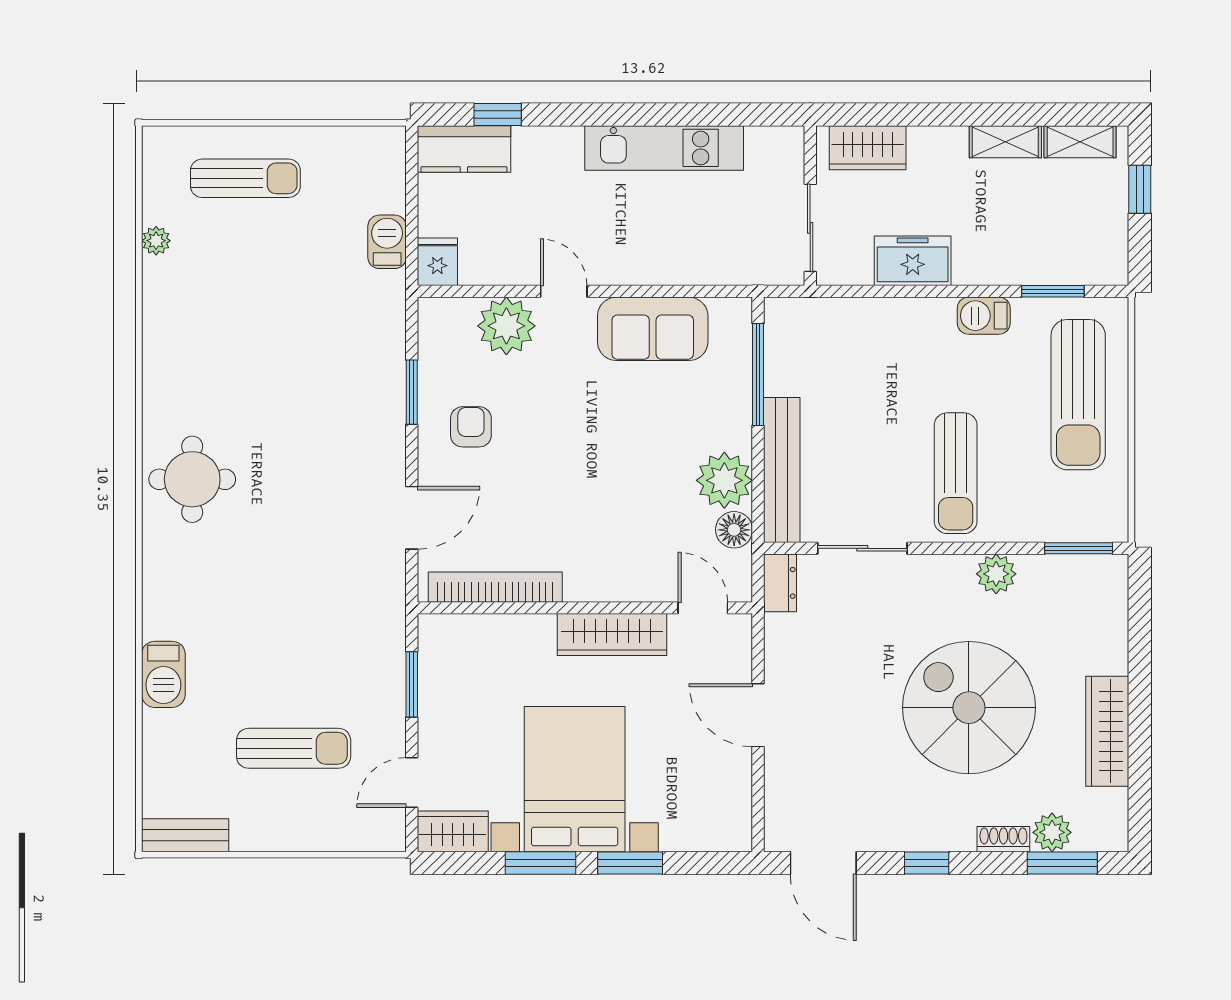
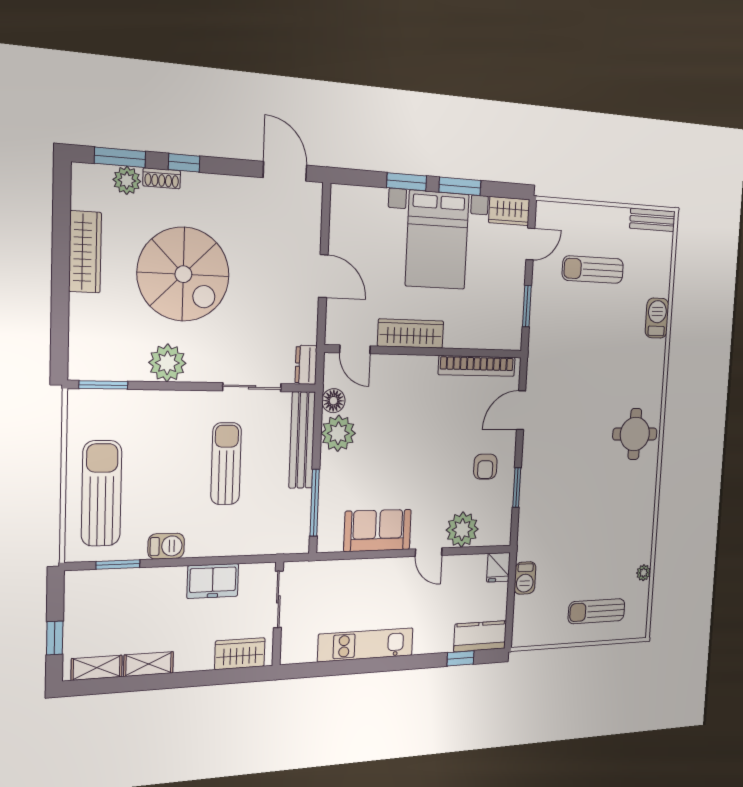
sun lounger: (956, 473) -> (226, 464), moved
plant: (996, 574) -> (167, 363), width x1.36, depth x1.36
window: (927, 863) -> (184, 163), moved

